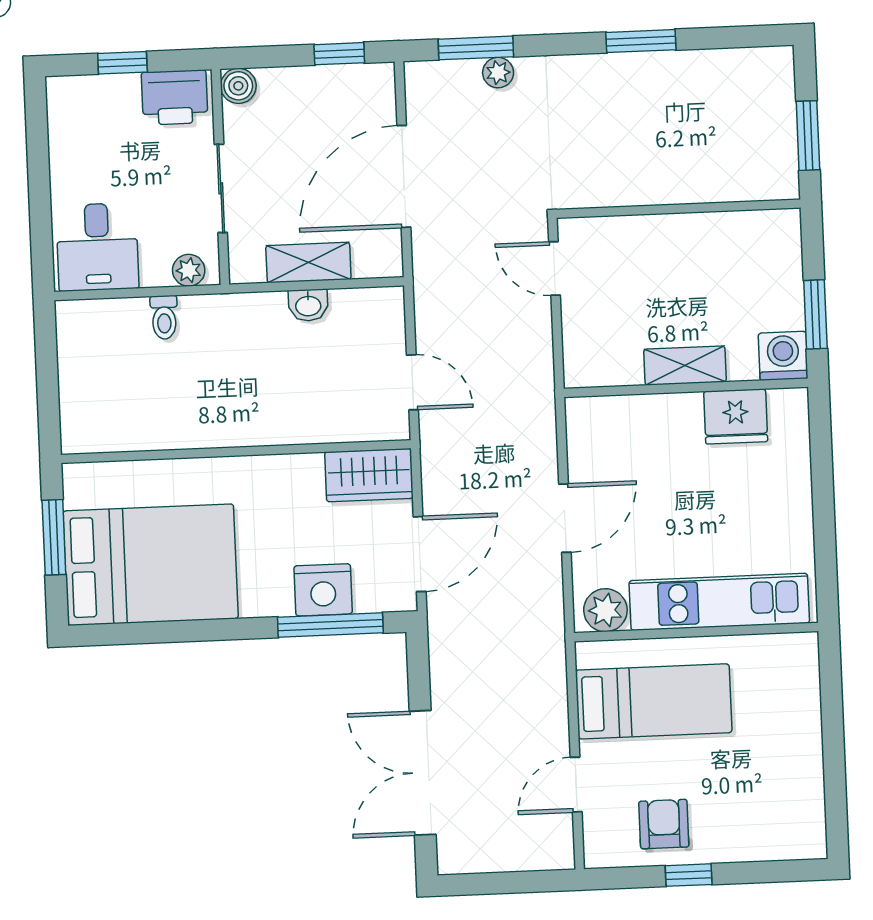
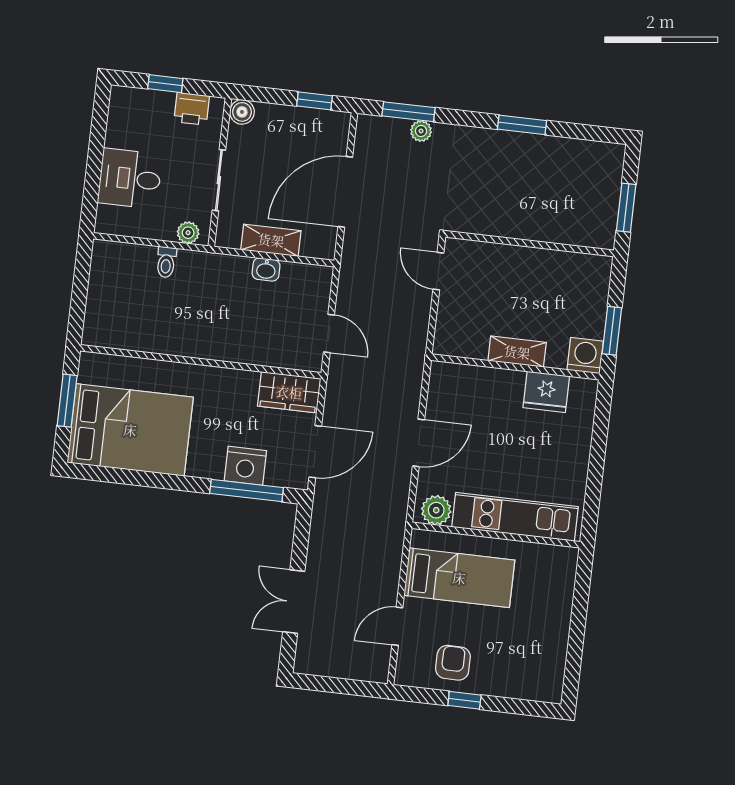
printer: (175, 97) -> (192, 109), width x0.73, depth x0.81
desk: (97, 247) -> (130, 179), moved, turned 90
double door: (423, 773) -> (294, 602), width x0.73

